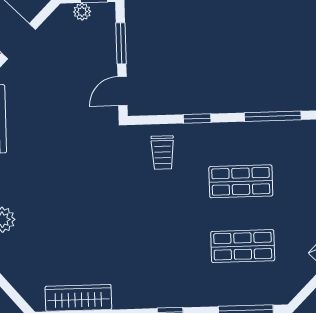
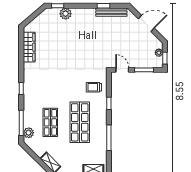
shop shelf: (241, 181) -> (80, 122), width x1.43, depth x1.36
plant: (267, 293) -> (29, 133), added

